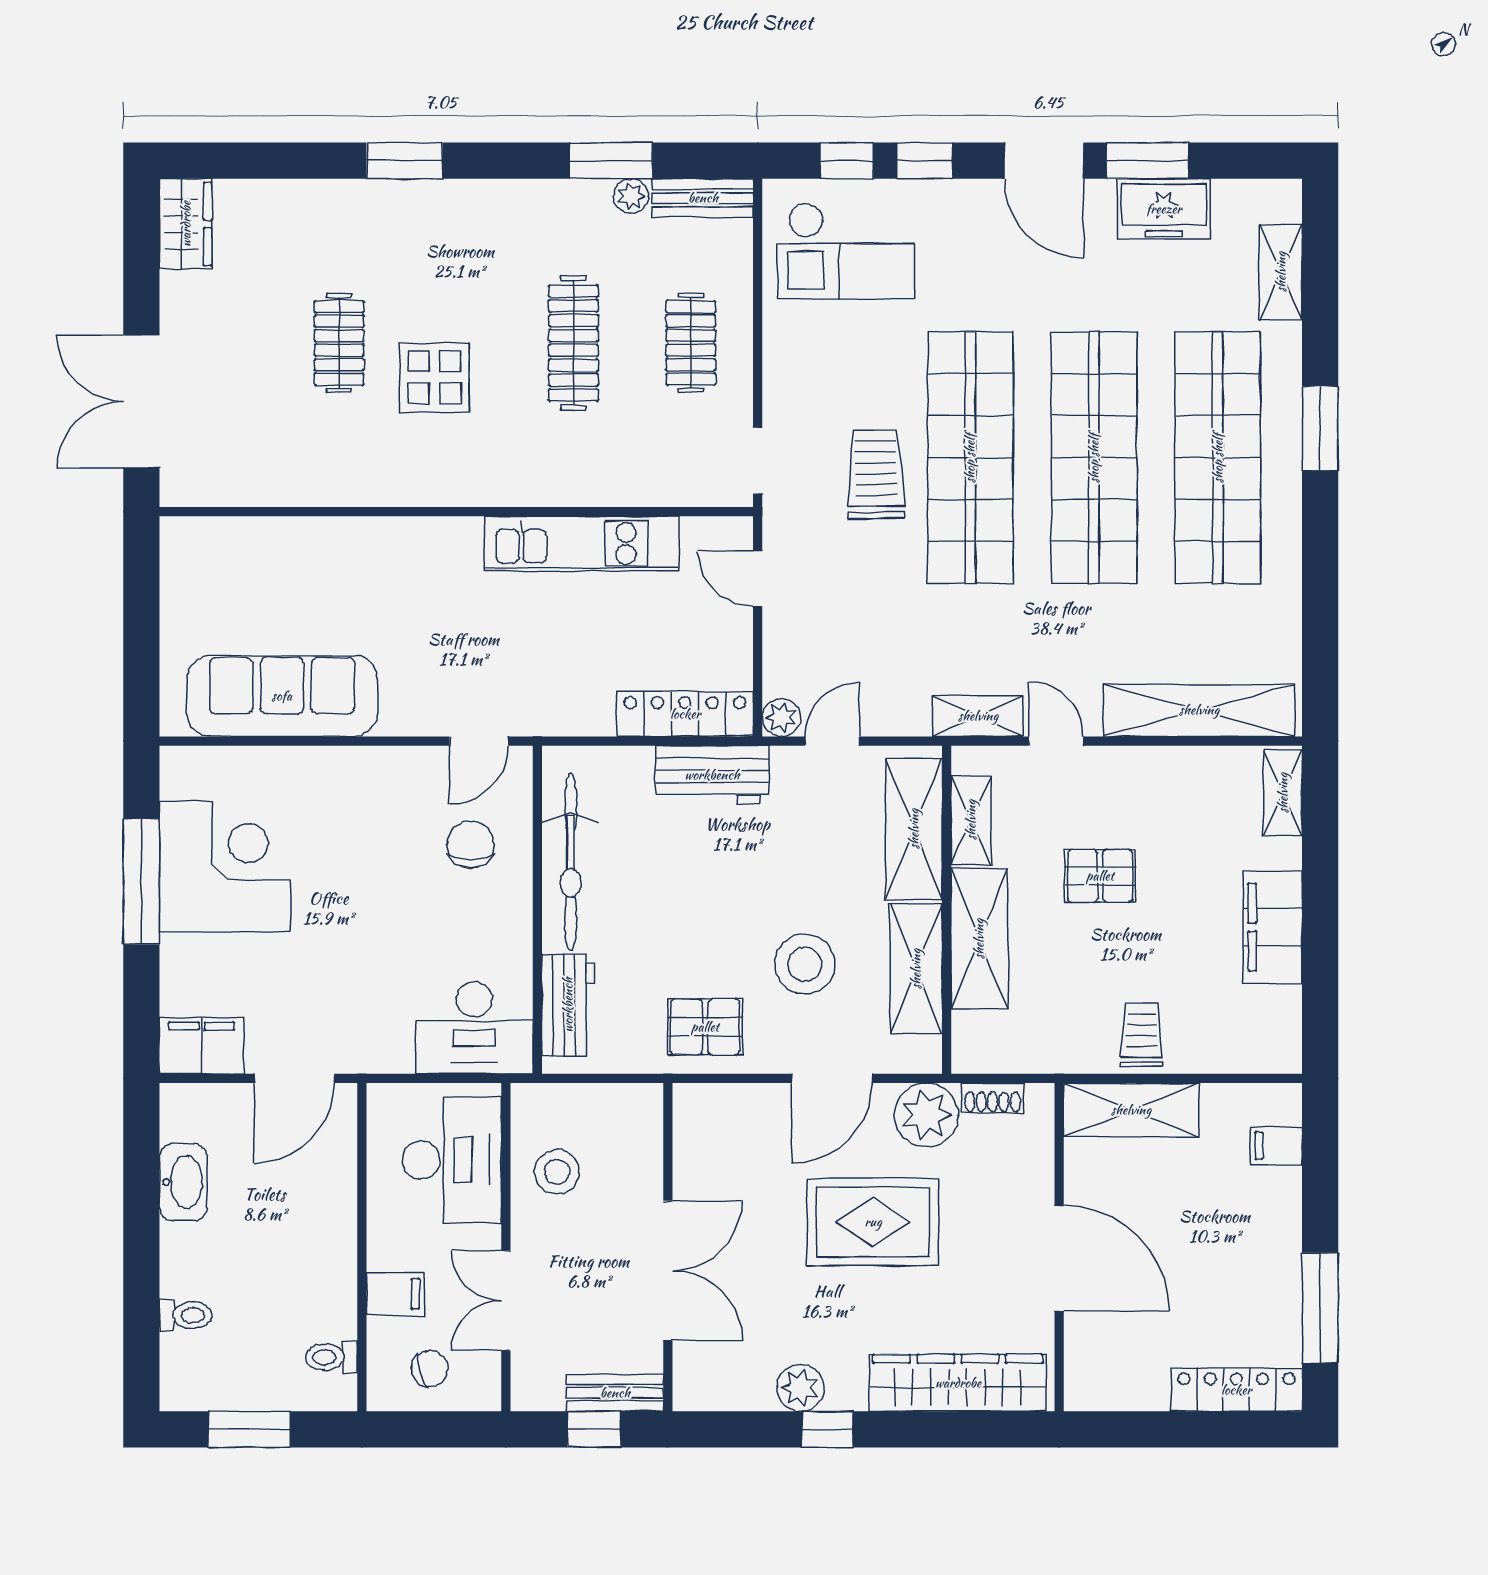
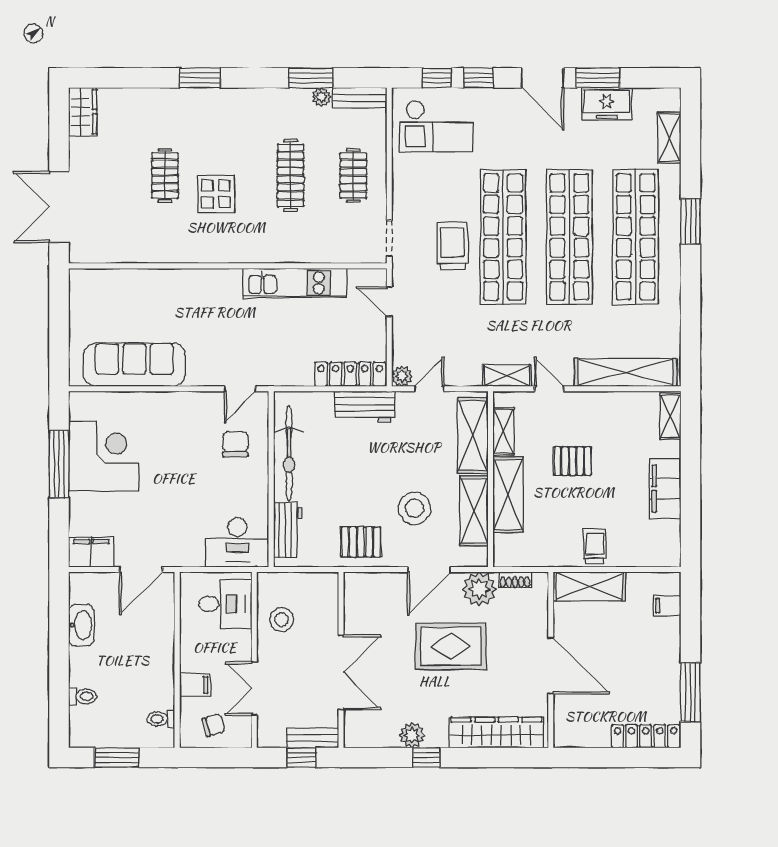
desk: (452, 1160) -> (225, 604), width x0.73

